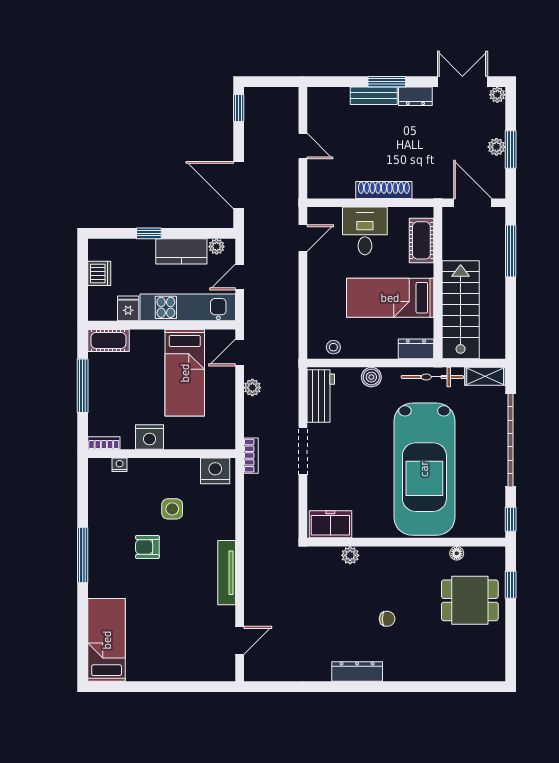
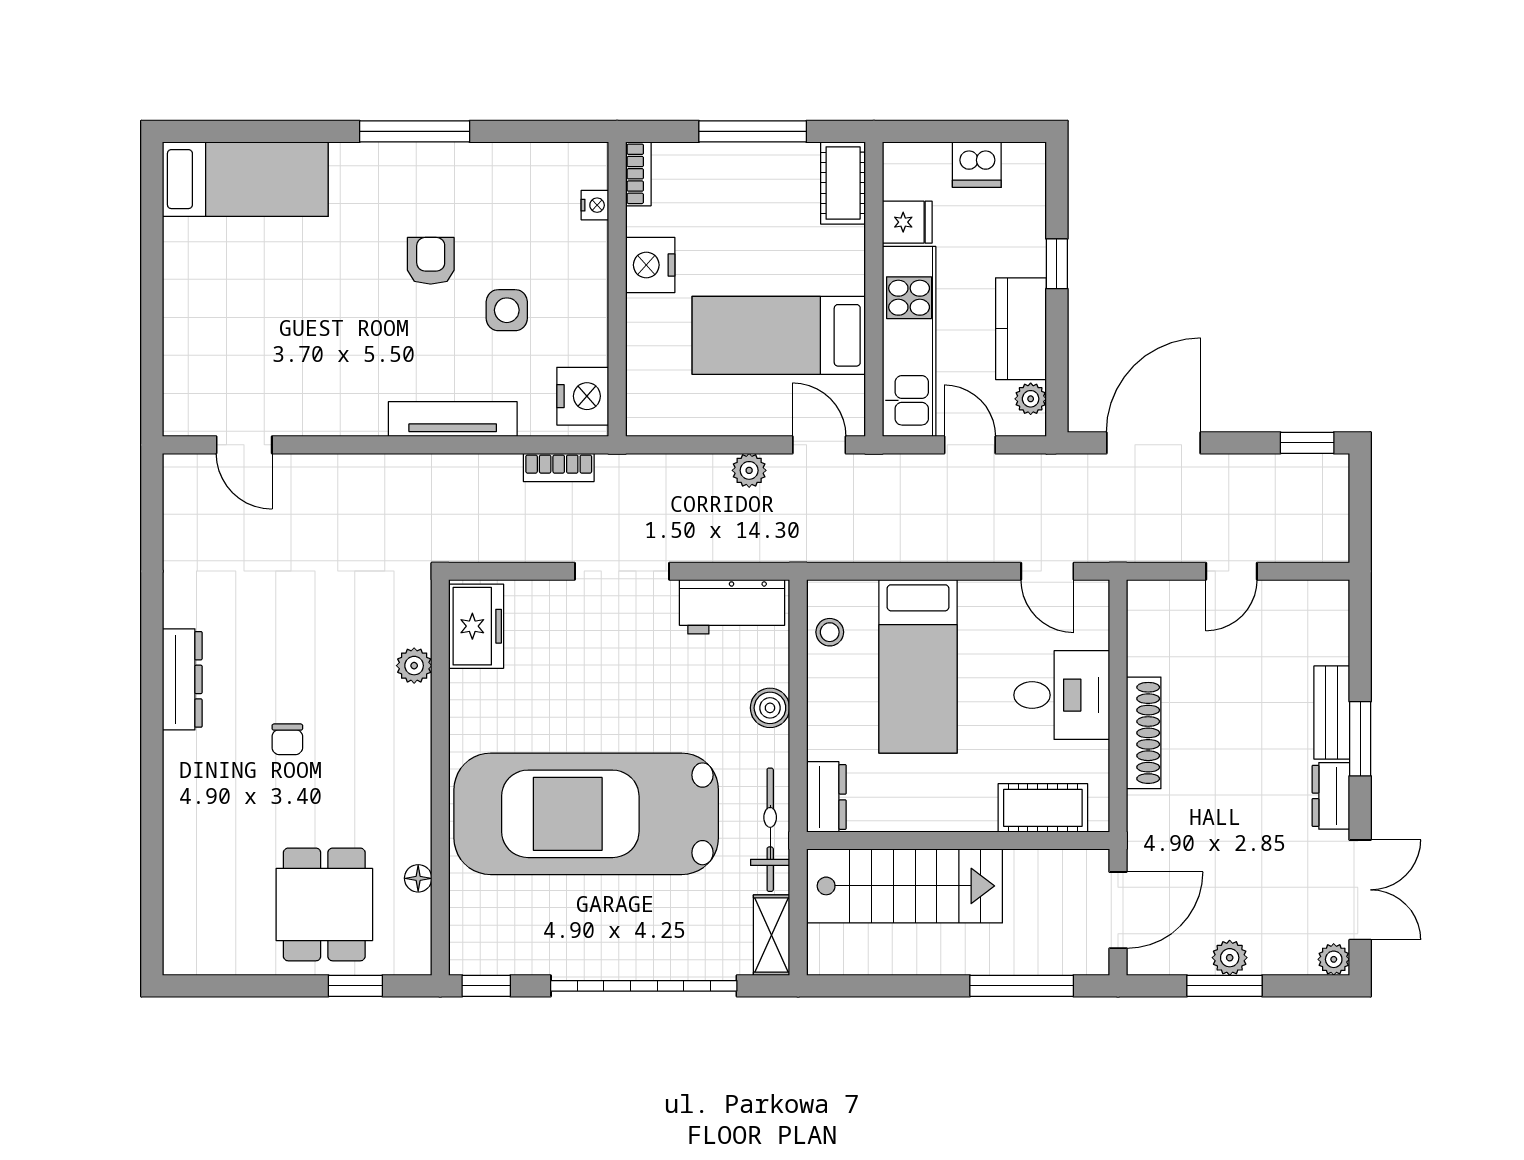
bed: (390, 298) -> (918, 666), moved, turned 180
bookcase: (251, 456) -> (559, 467), moved
tv unit: (227, 573) -> (453, 419), moved

